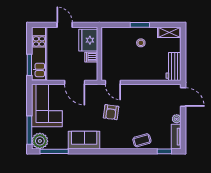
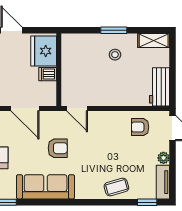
armchair: (159, 96) -> (140, 127), added
armchair: (111, 112) -> (58, 148), moved, turned -98
sofa: (84, 140) -> (46, 187), width x1.36

